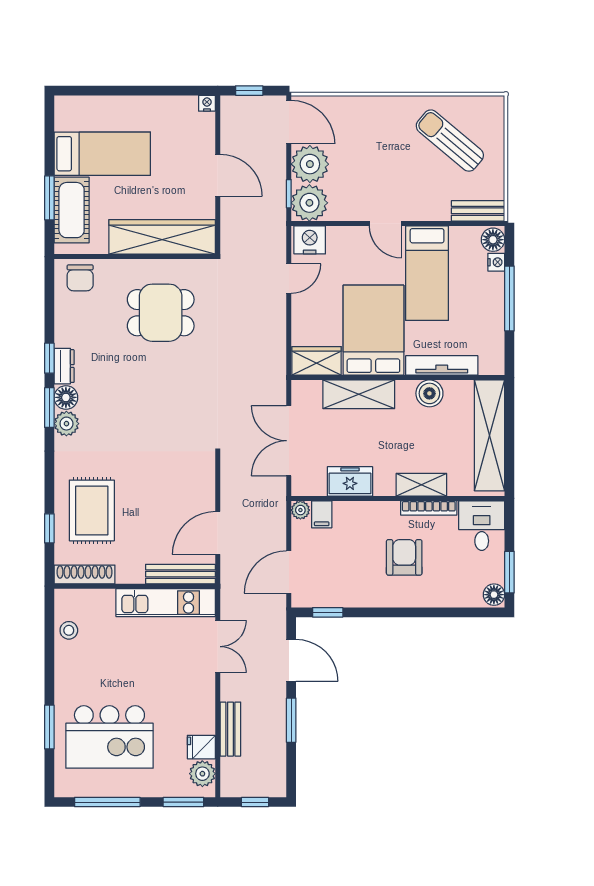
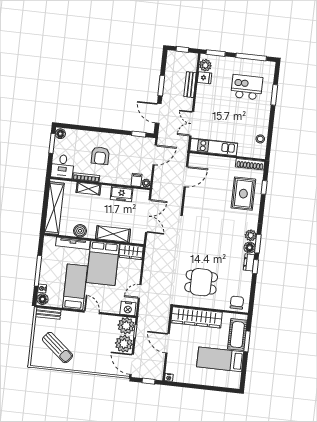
bench: (180, 574) -> (205, 159), removed
kitchen island: (109, 737) -> (247, 87), width x0.73, depth x0.78

